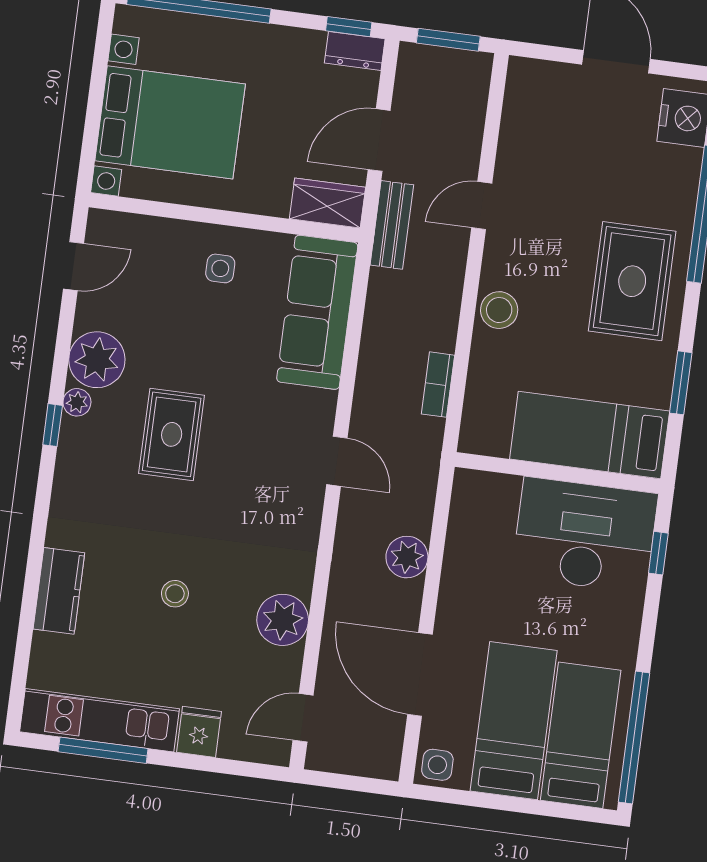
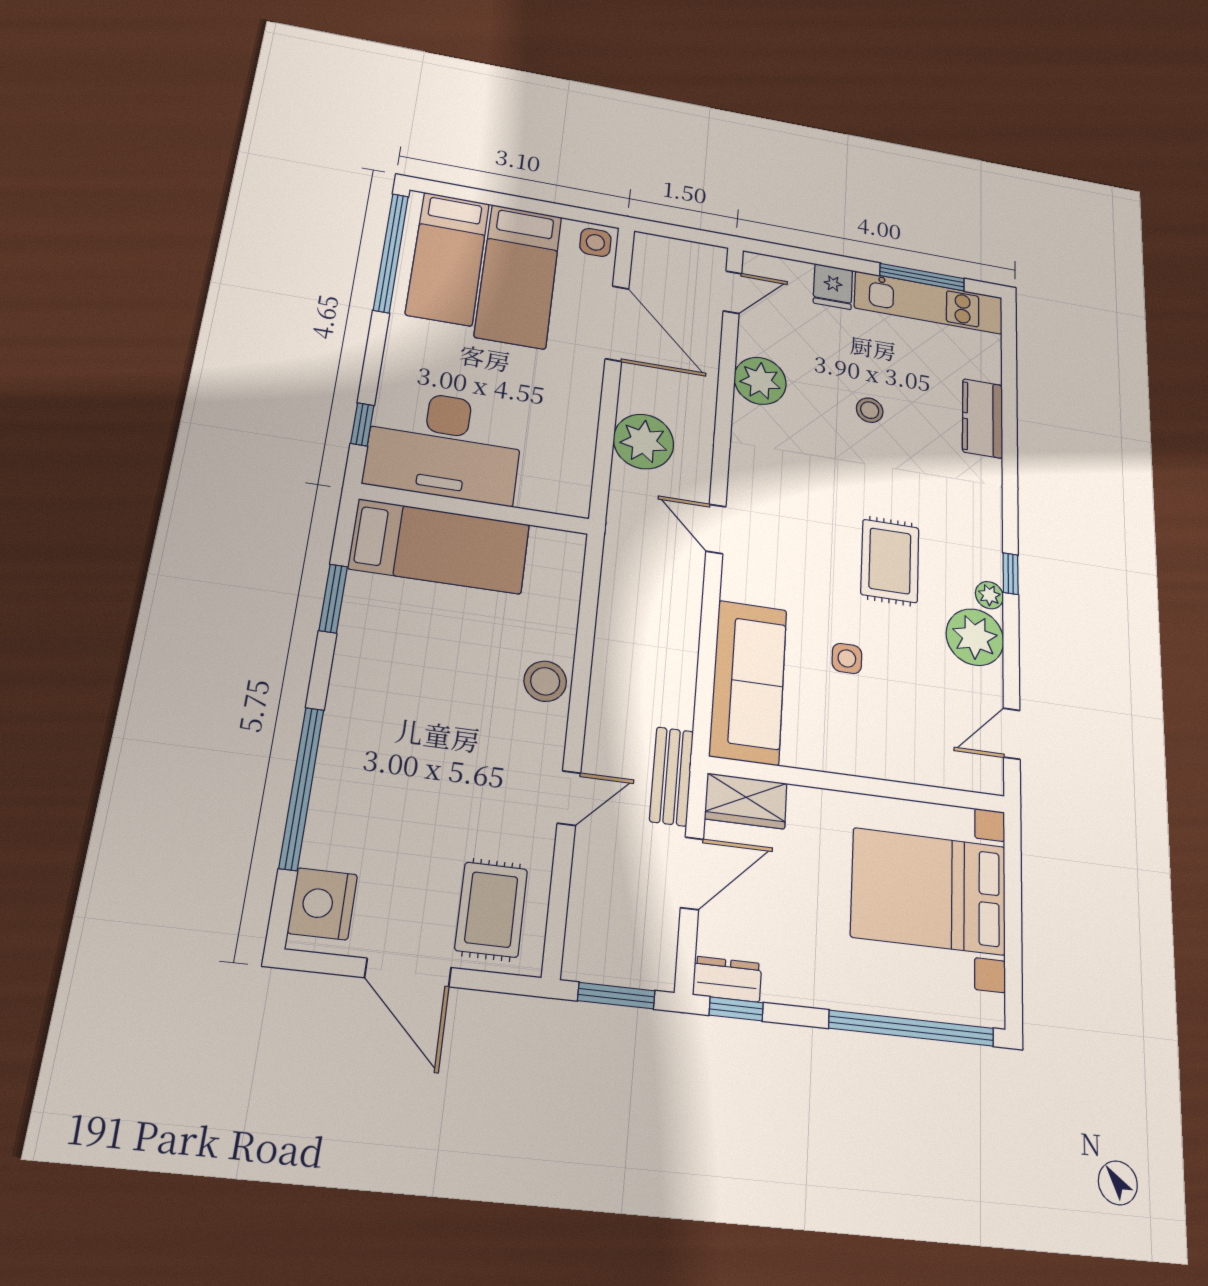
side table: (220, 268) -> (847, 658), moved
rug: (632, 281) -> (491, 910), moved, width x0.73, depth x0.70
bookcase: (438, 385) -> (611, 603), removed
plant: (407, 557) -> (644, 442), width x1.36, depth x1.36

